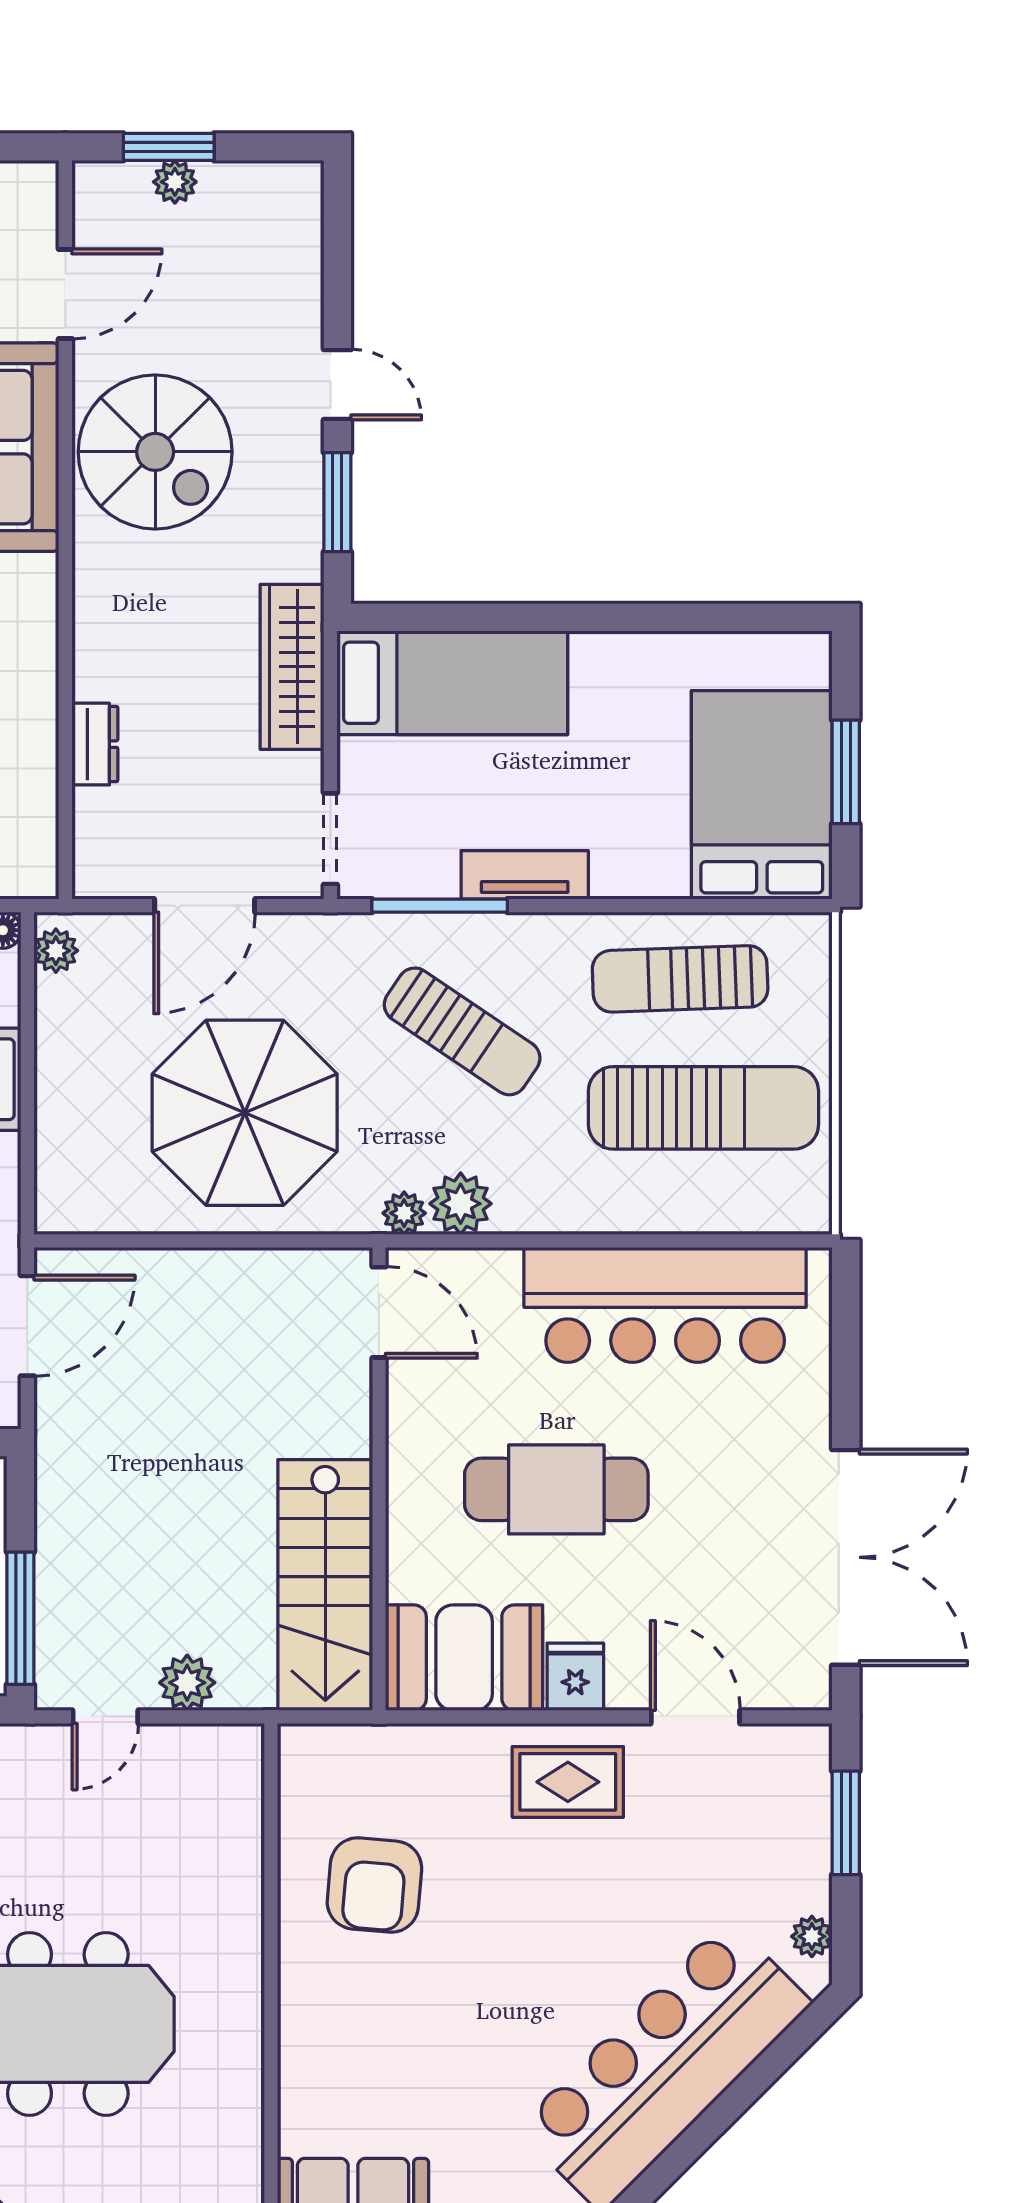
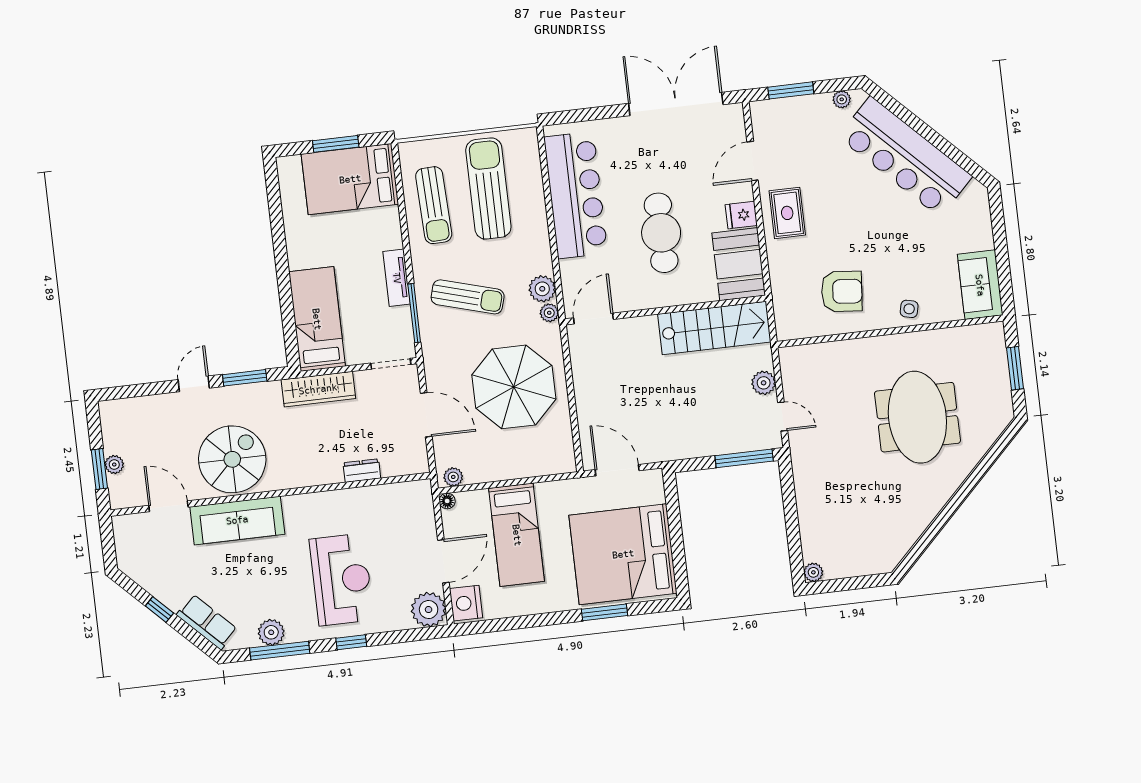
sun lounger: (462, 1031) -> (468, 297), turned 72
side table: (317, 2034) -> (909, 309), added

